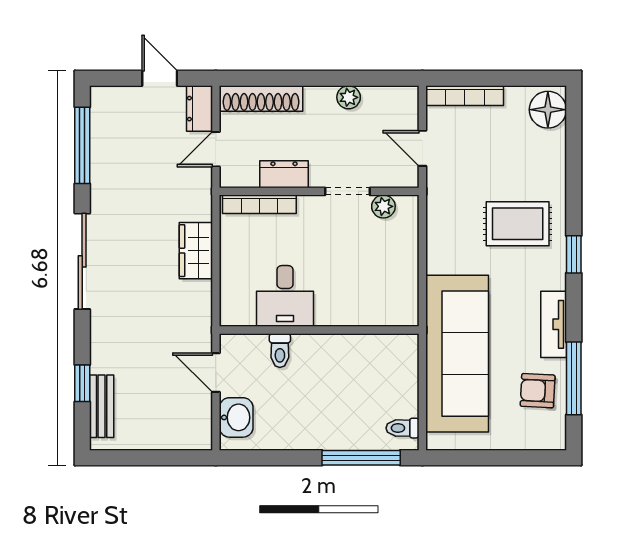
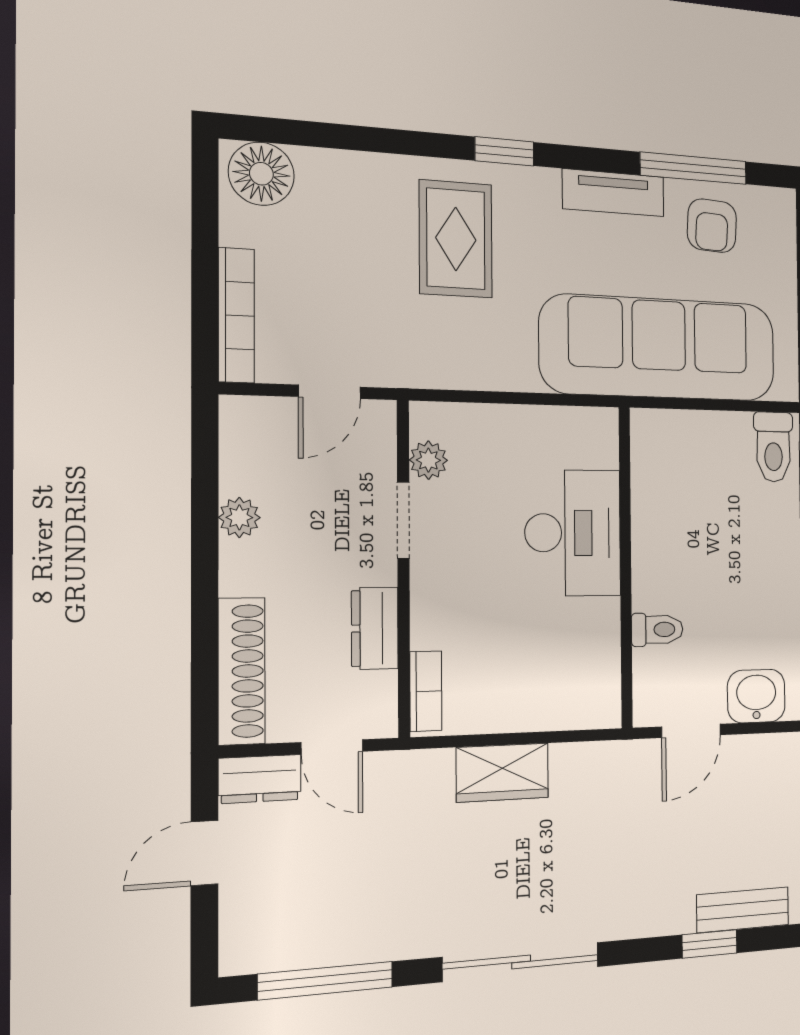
bookcase: (259, 204) -> (426, 691), width x0.64
desk: (285, 296) -> (573, 533), moved, width x1.37
toilet: (403, 428) -> (773, 447), width x1.37, depth x1.39

